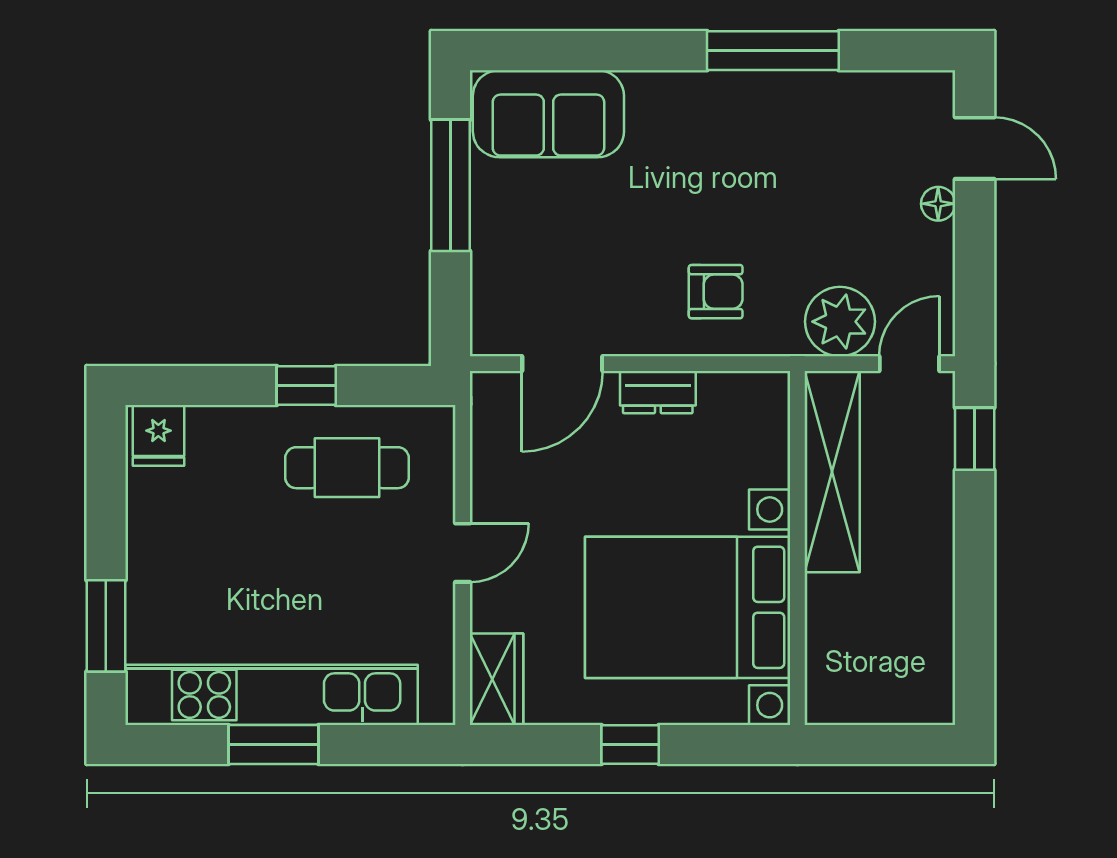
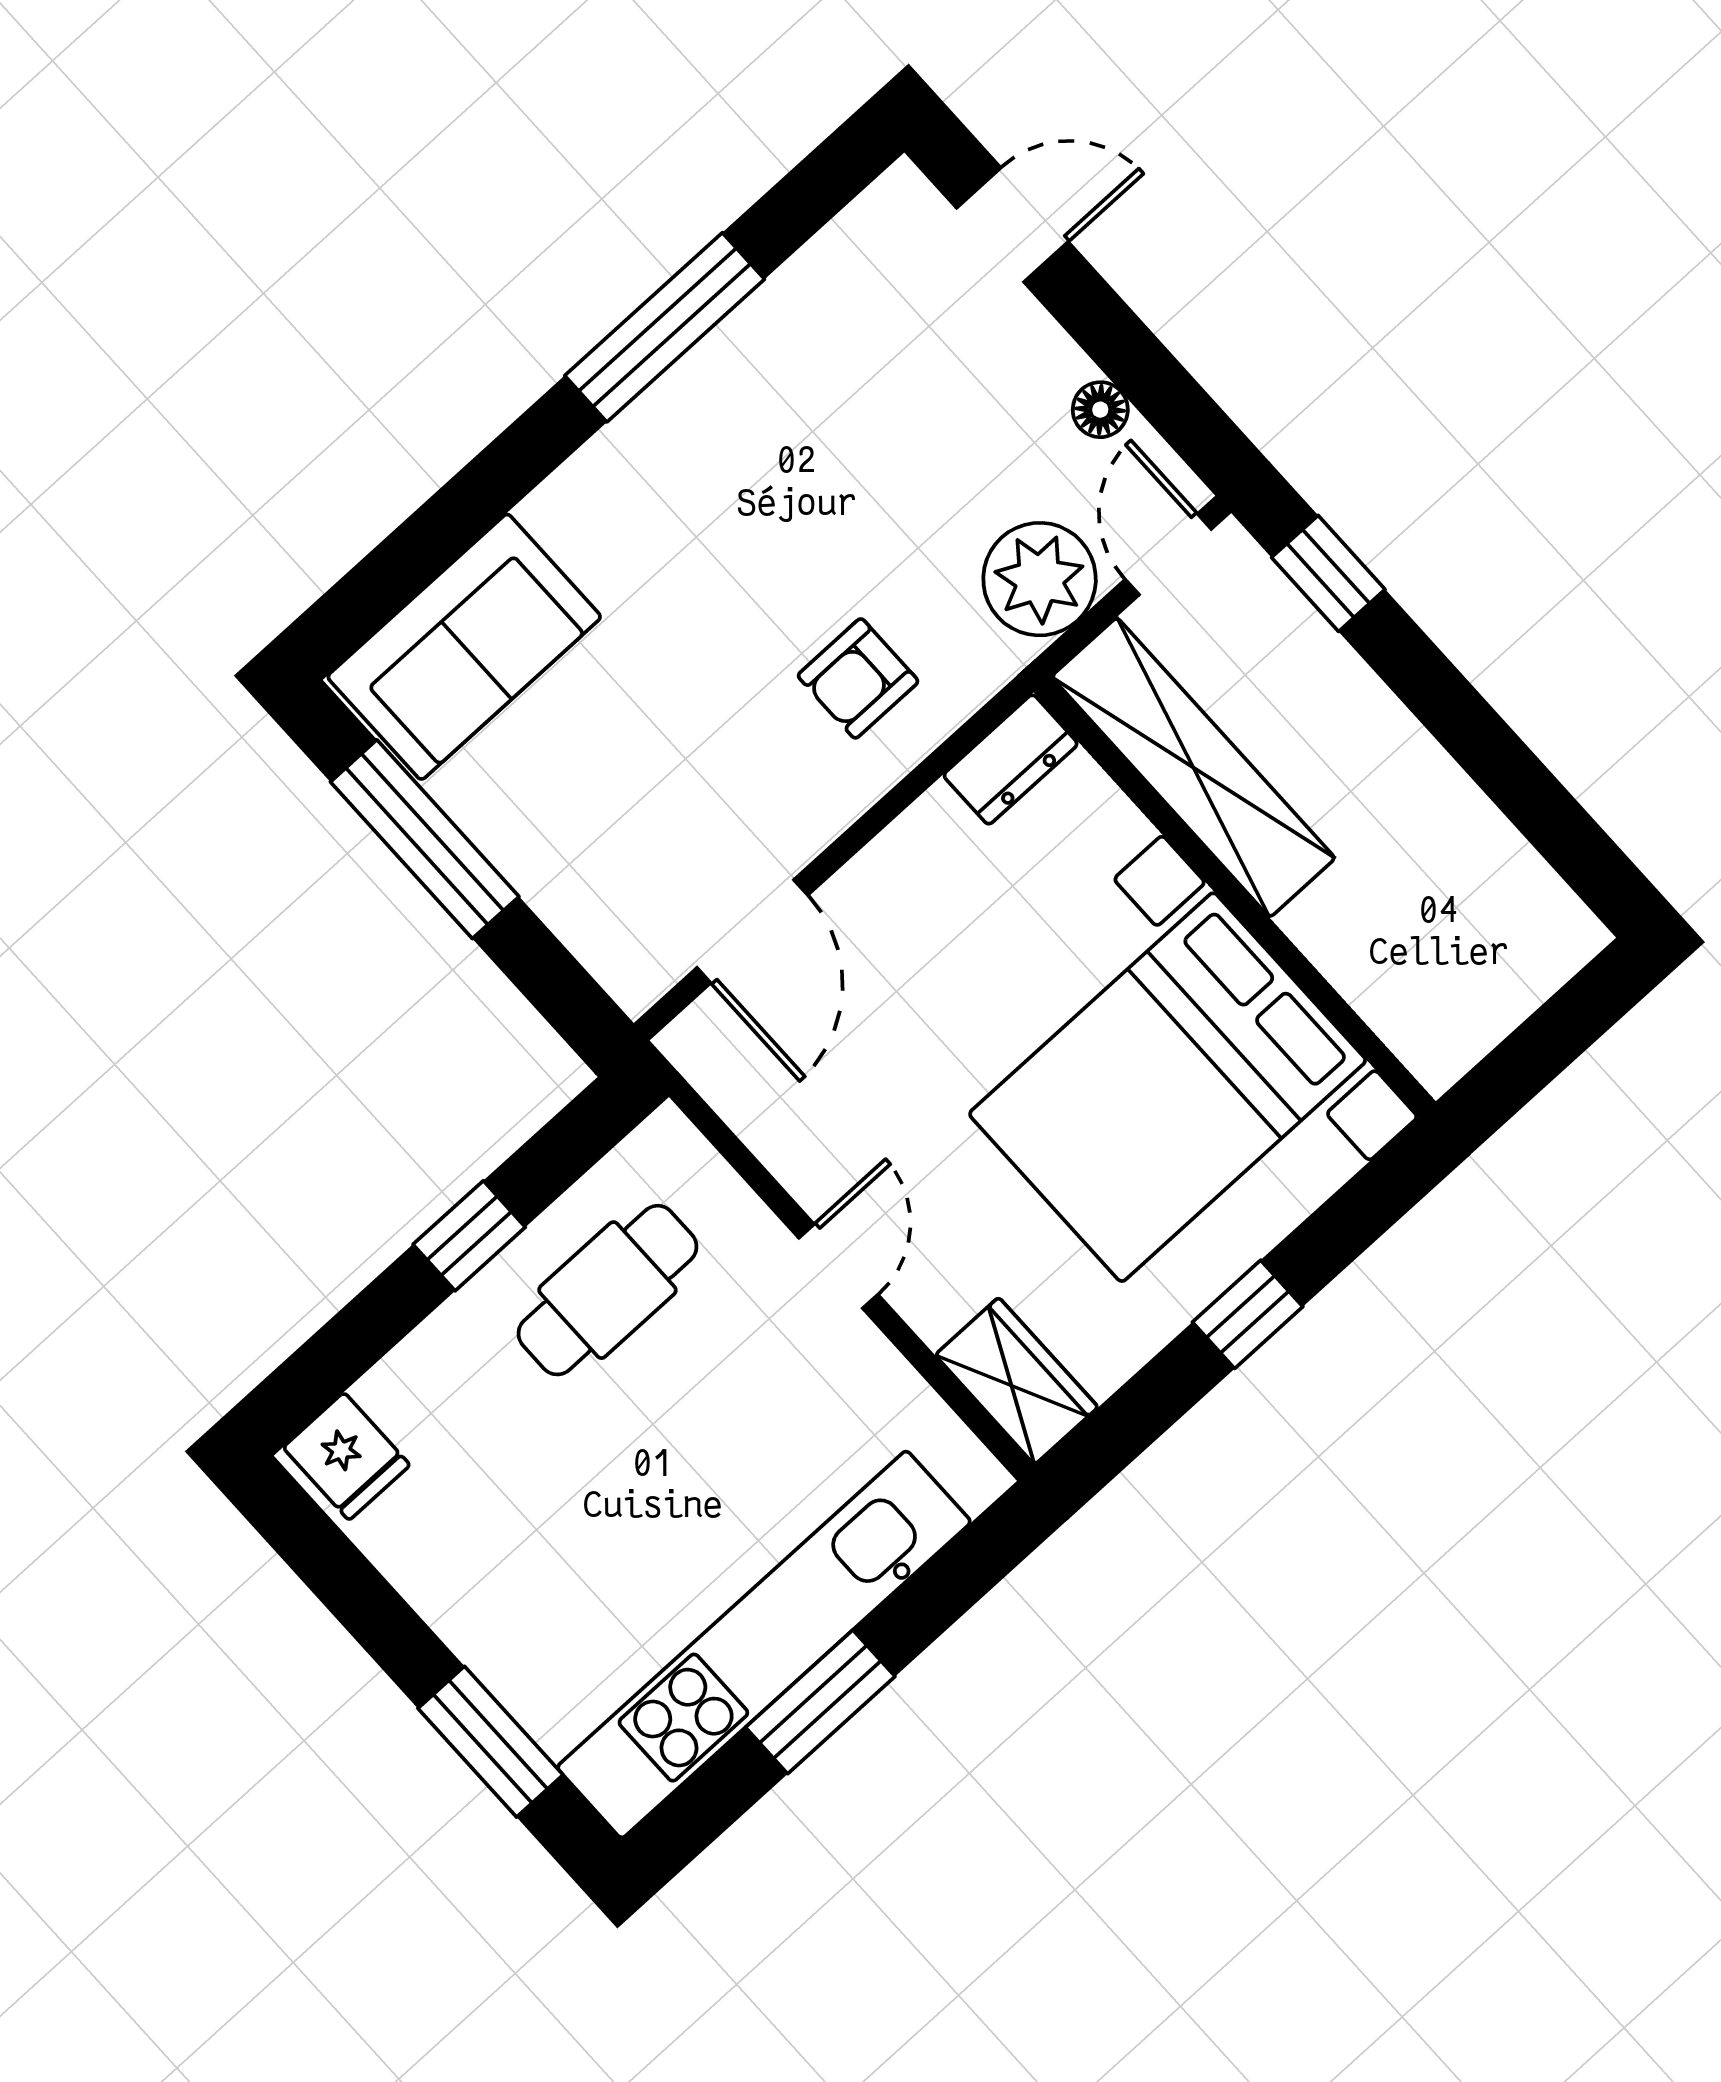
floor lamp: (938, 204) -> (1100, 410), moved
armchair: (716, 292) -> (858, 678), turned 180
dresser: (658, 392) -> (1011, 759), moved

